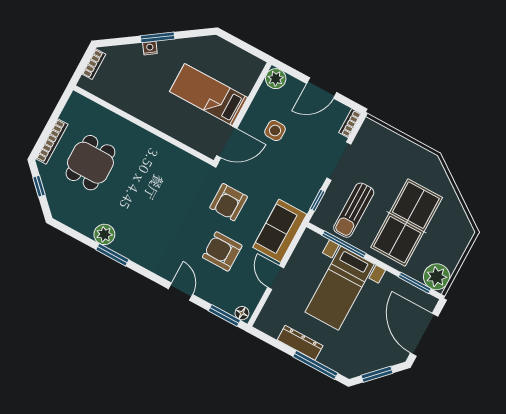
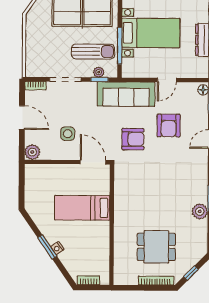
bed: (209, 95) -> (82, 208), moved, turned 90
plant: (327, 204) -> (99, 72), added
sofa: (280, 231) -> (126, 94), width x1.36

